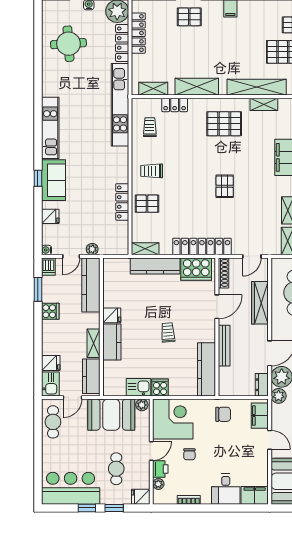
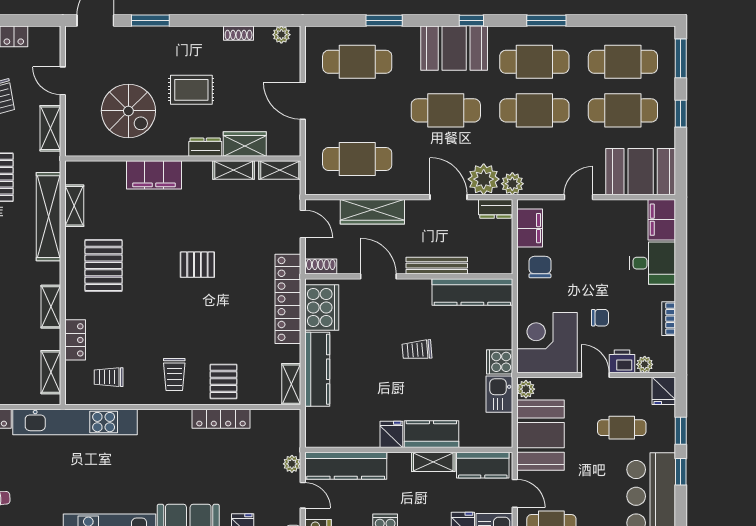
shelving: (197, 87) -> (51, 307), width x0.67, depth x0.75
shoe rack: (223, 273) -> (321, 267), width x0.70
filing cabinet: (260, 416) -> (530, 228), moved, turned -90

